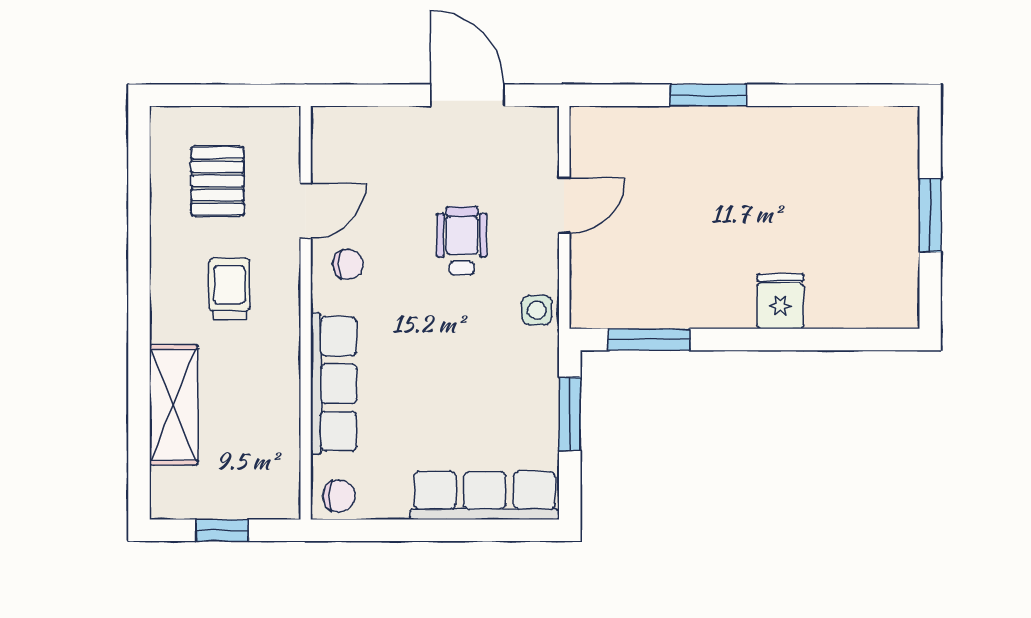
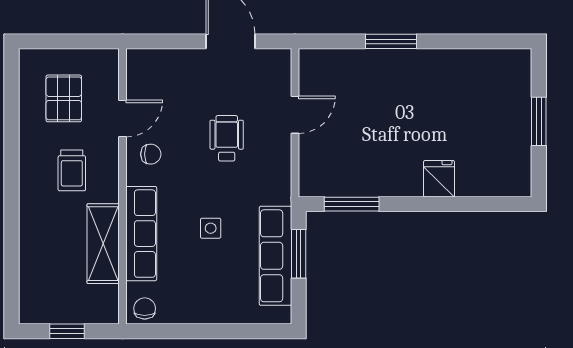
trolley: (229, 289) -> (72, 170), turned 180
side table: (537, 310) -> (211, 228), moved
shelving: (174, 405) -> (103, 244), moved
chair: (339, 496) -> (145, 308), turned -90
row of seats: (485, 496) -> (275, 256), moved, turned -90

